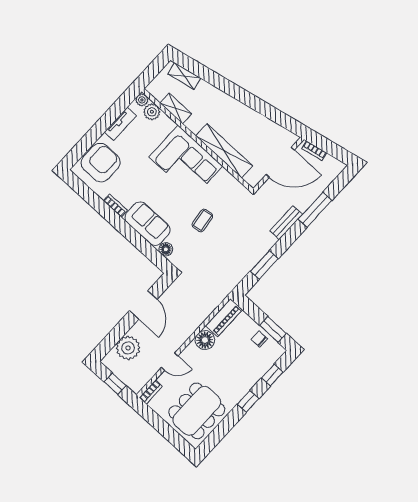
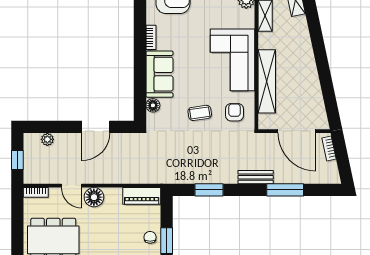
armchair: (225, 195) -> (234, 112), added
floor lamp: (205, 340) -> (94, 197), moved
plant: (128, 348) -> (47, 139), width x0.53, depth x0.53

